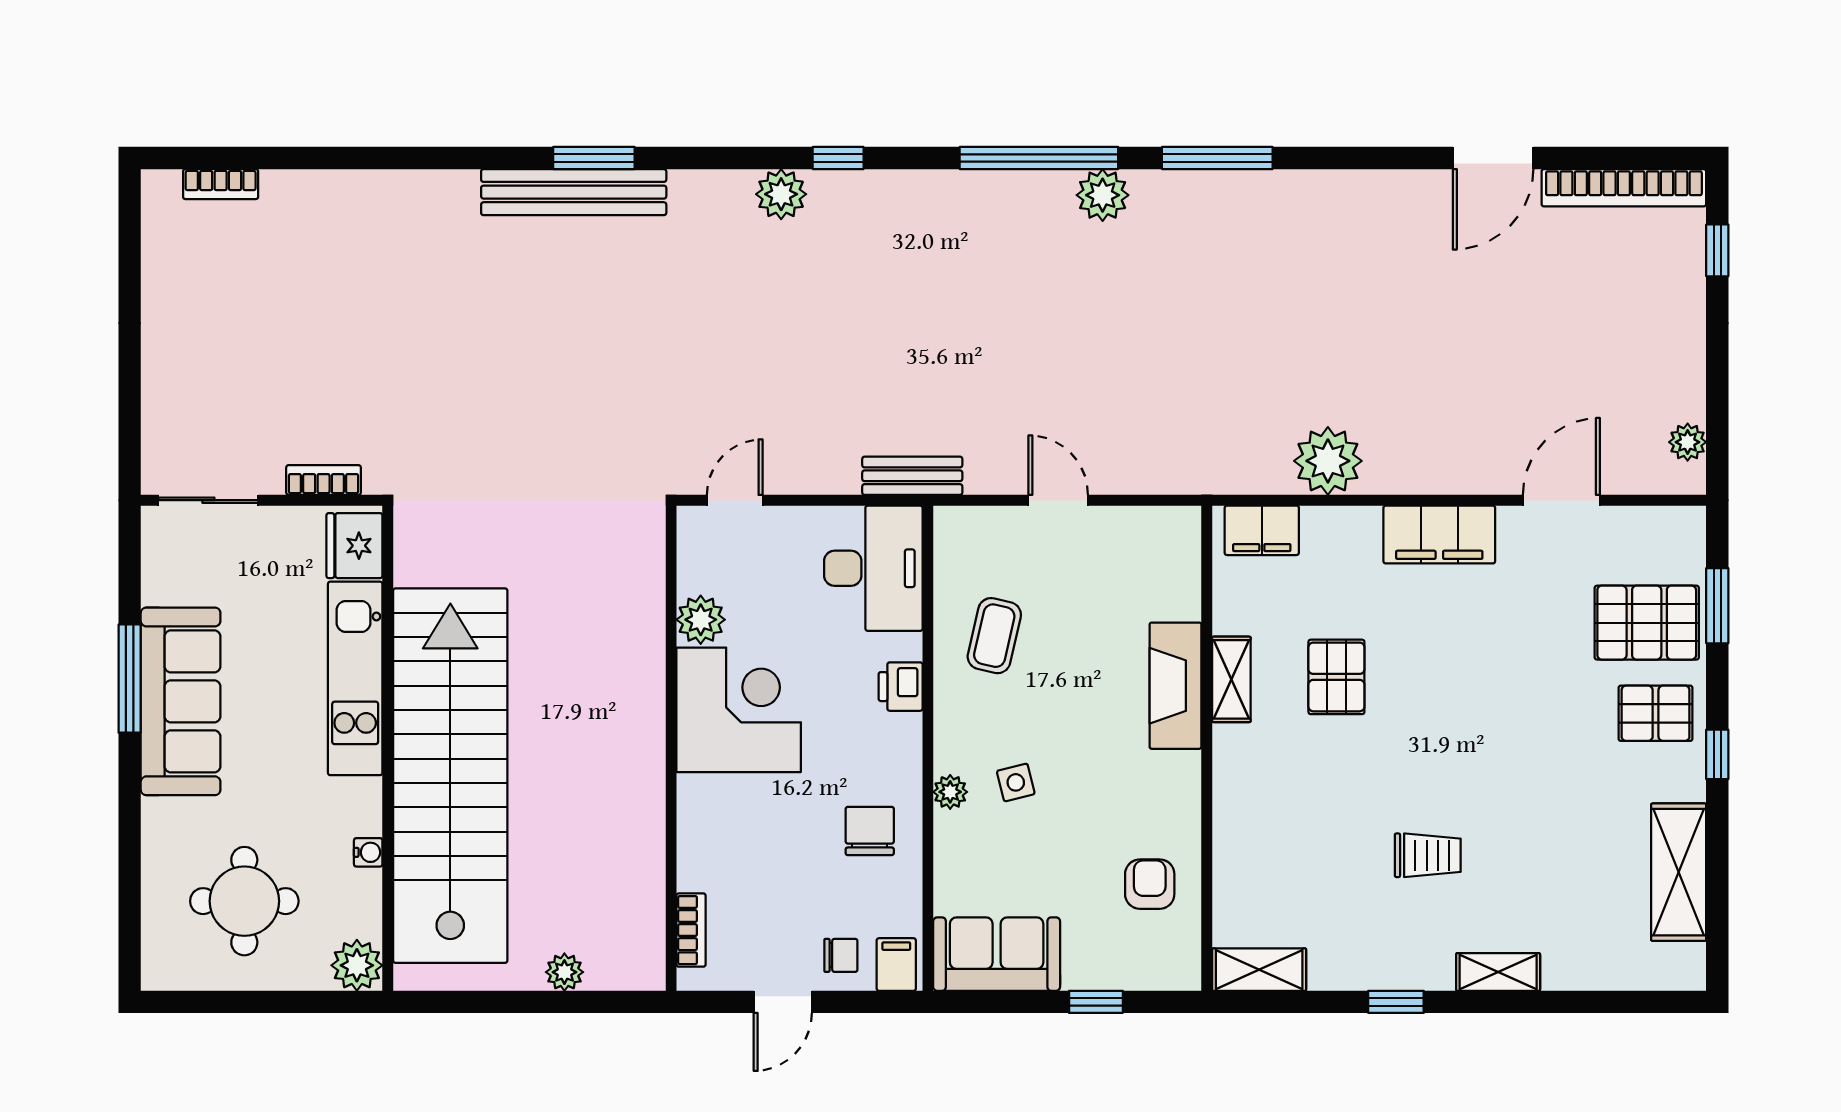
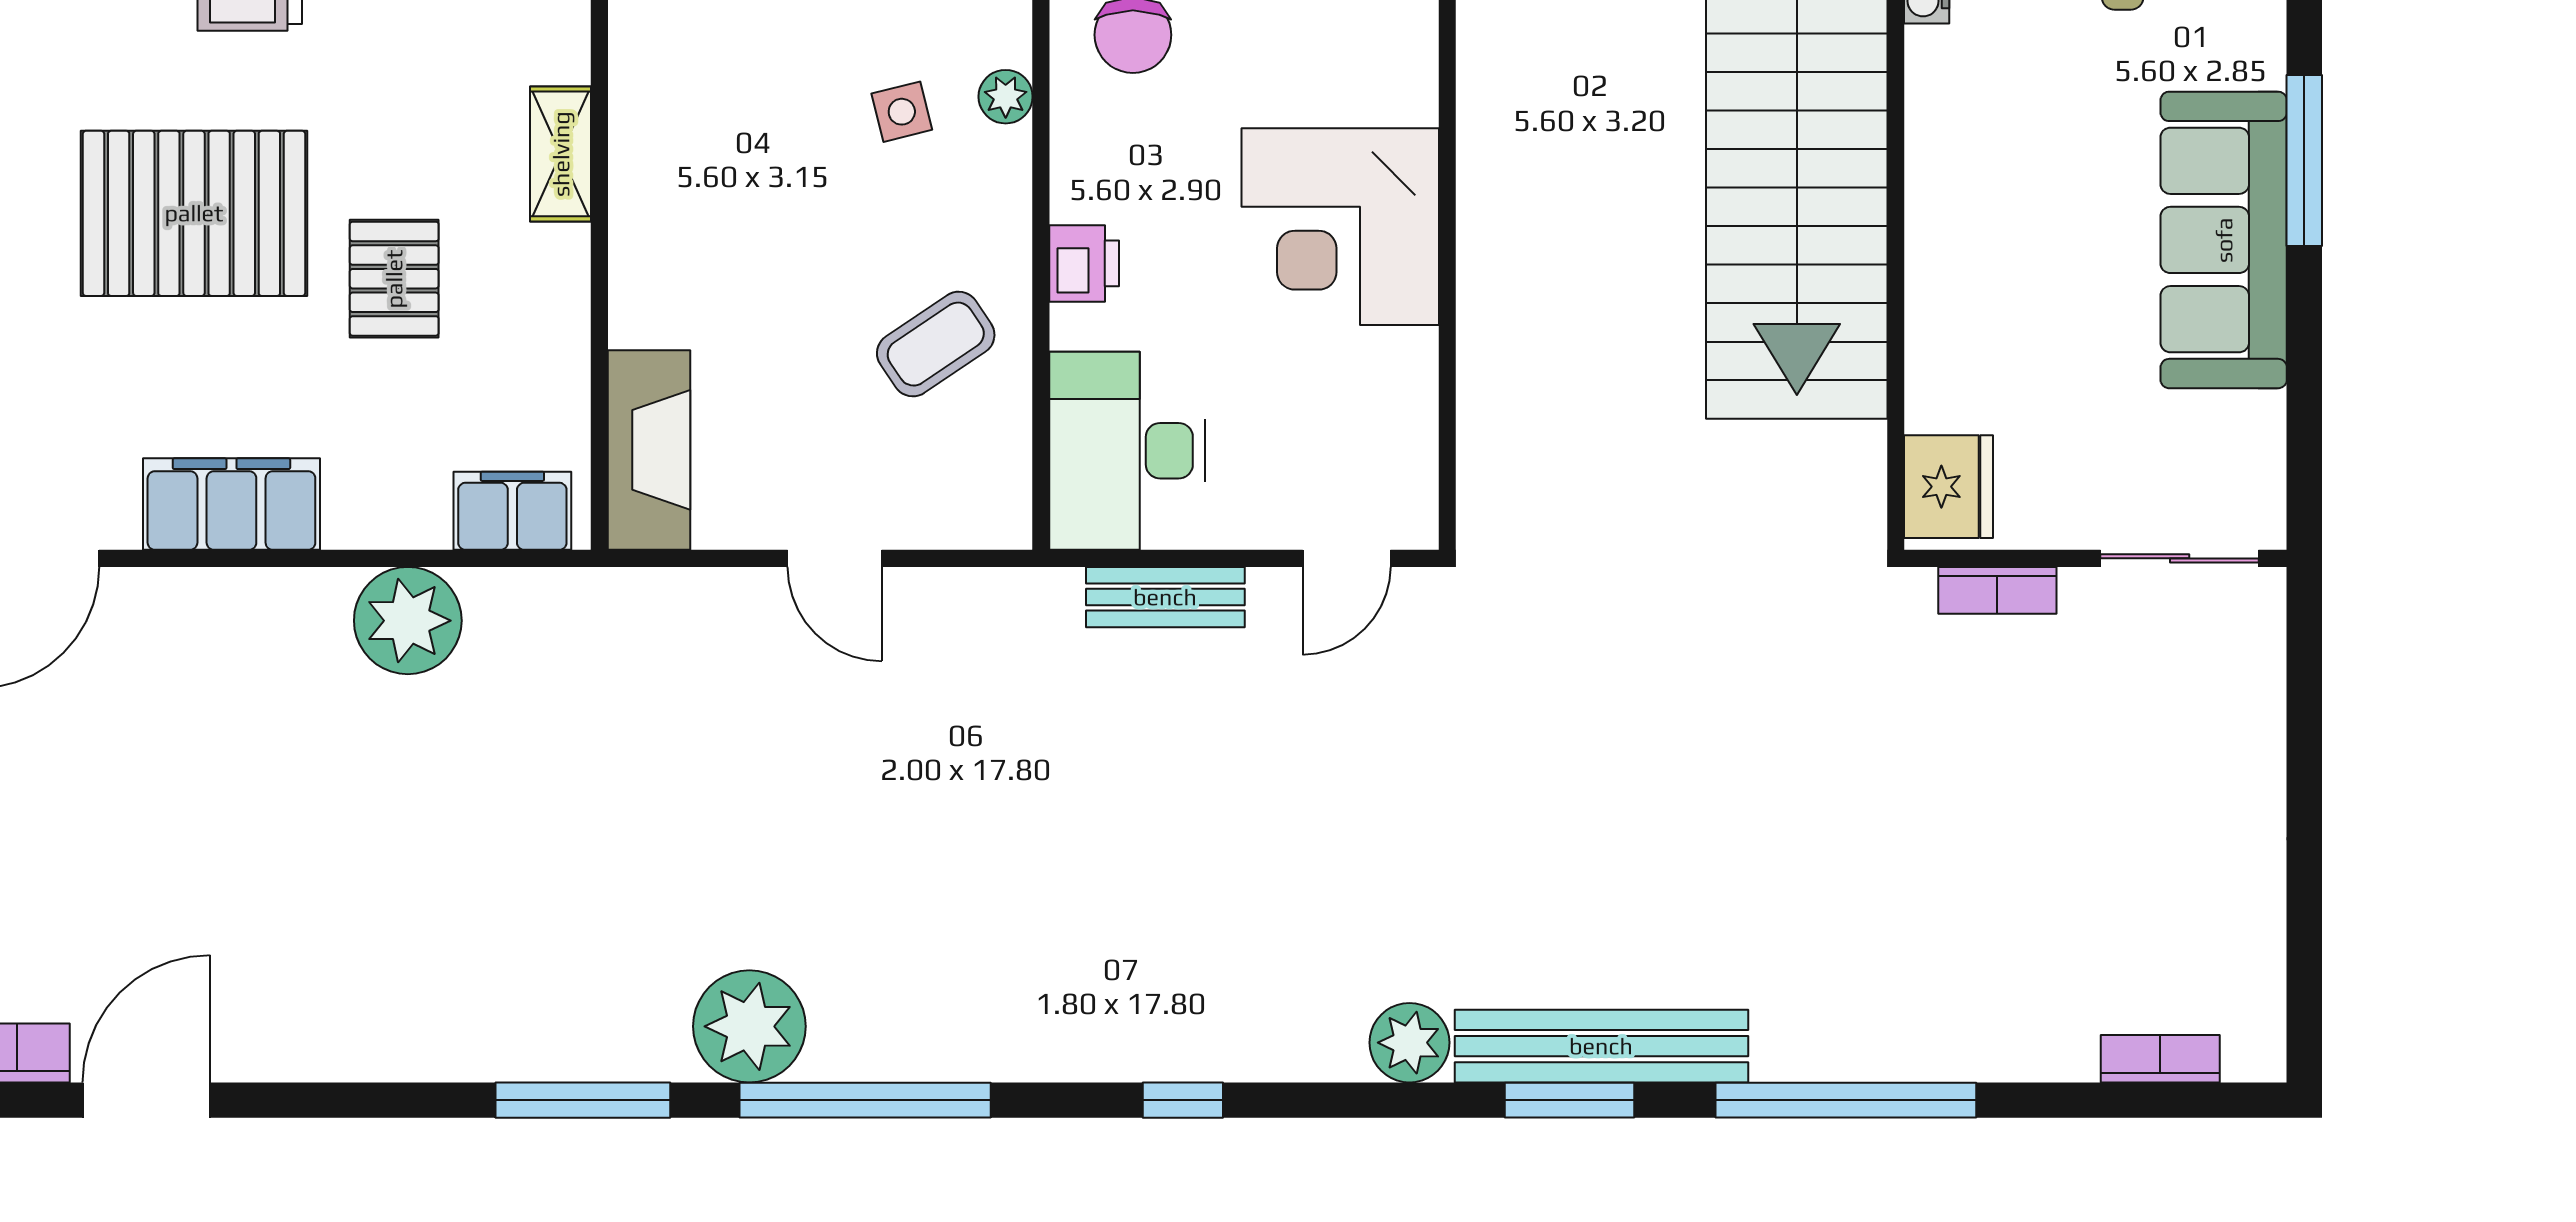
window: (419, 158) -> (1846, 1100), added
plant: (781, 194) -> (1409, 1043), moved
plant: (1103, 195) -> (749, 1026), width x1.36, depth x1.36
bench: (912, 476) -> (1165, 597), moved
plant: (701, 620) -> (1400, 369), removed
coffee table: (994, 636) -> (936, 344), turned 43
kitchen unit: (355, 678) -> (1947, 276), removed
window: (130, 679) -> (2304, 161), moved
shelving: (1231, 679) -> (561, 154), moved
fireplace: (1176, 686) -> (649, 450), moved
pallet: (1463, 718) -> (194, 213), added

